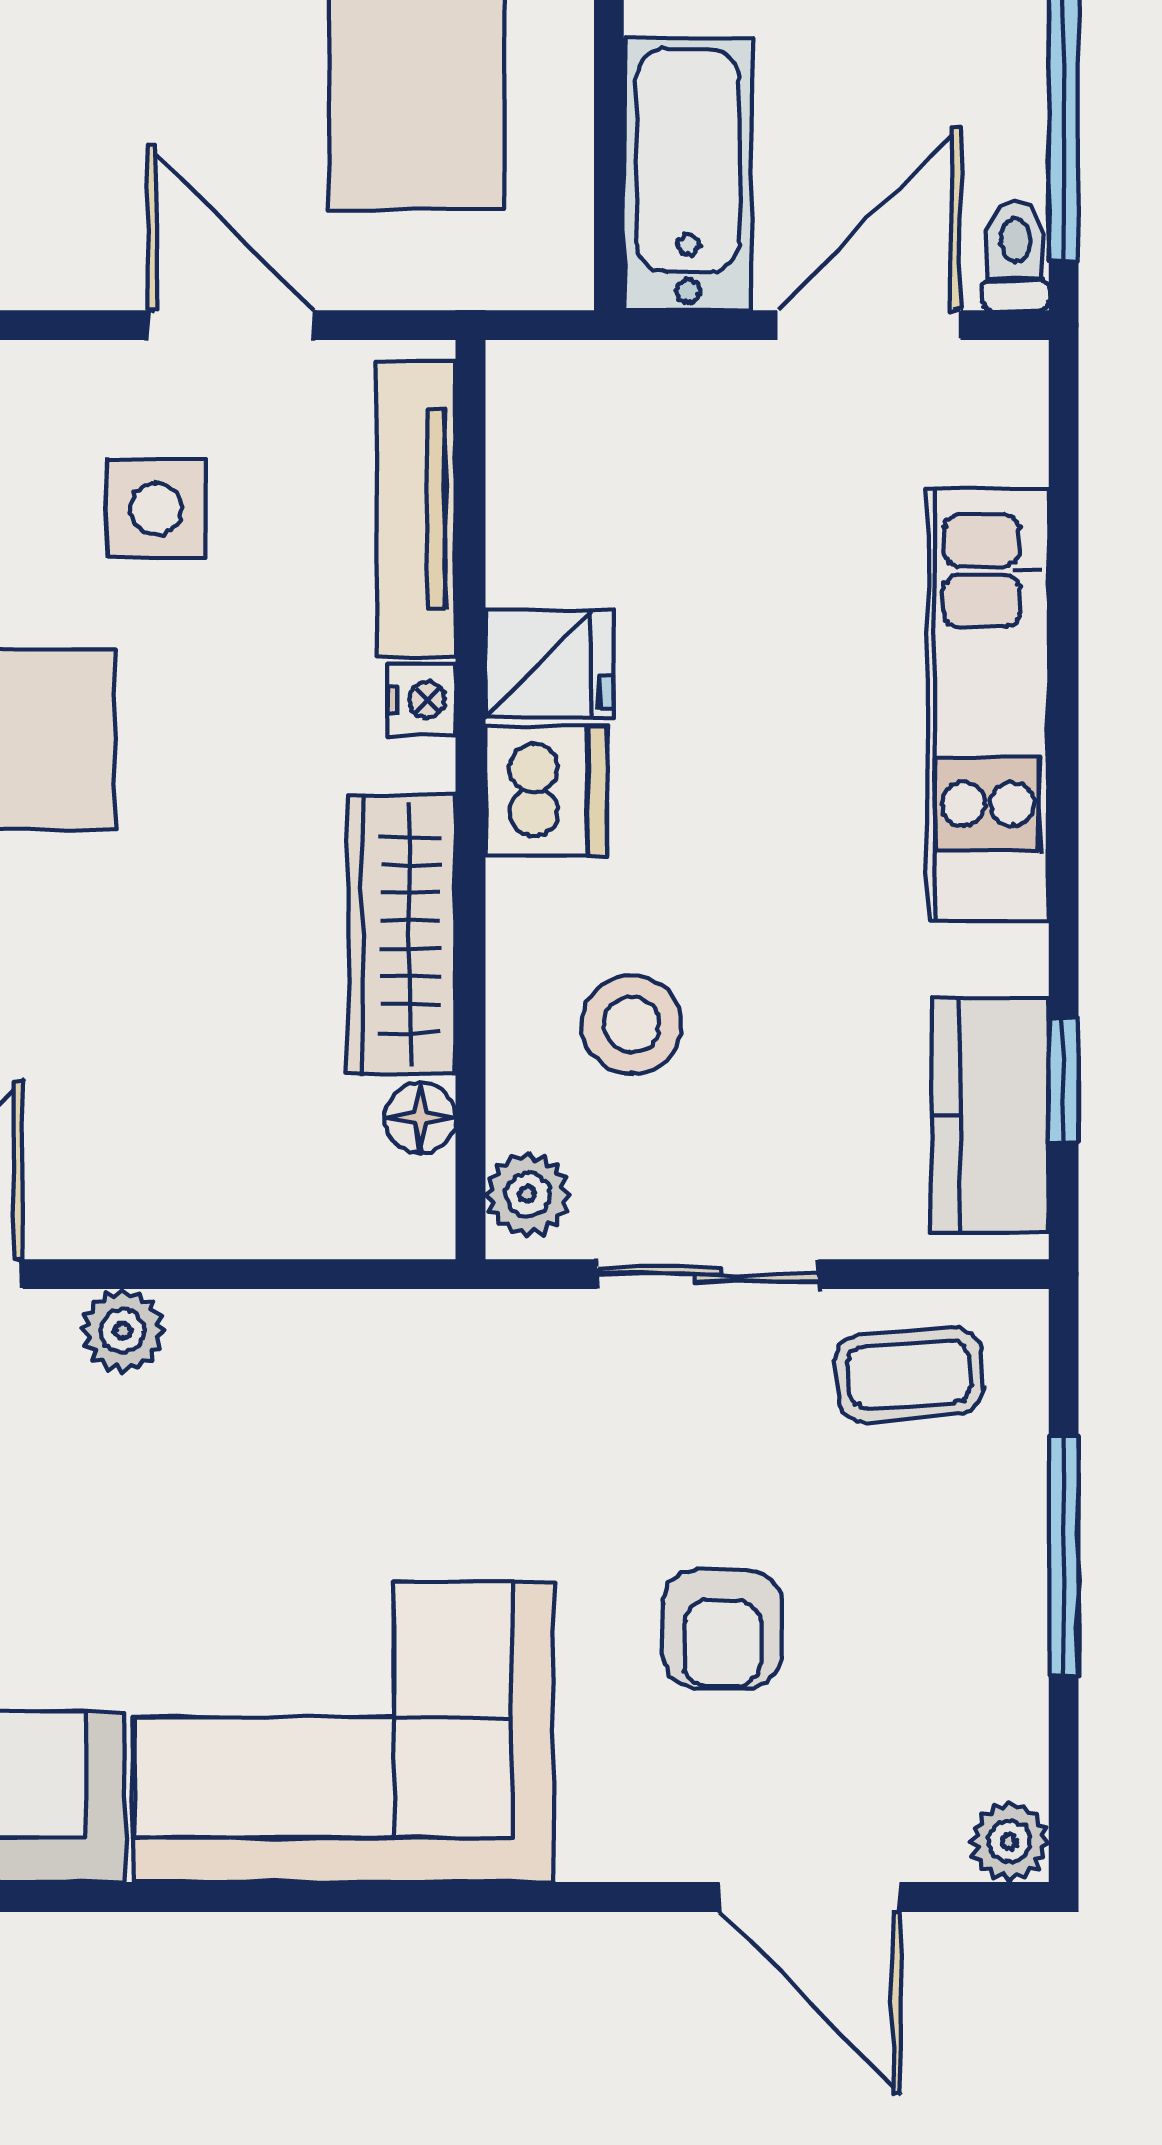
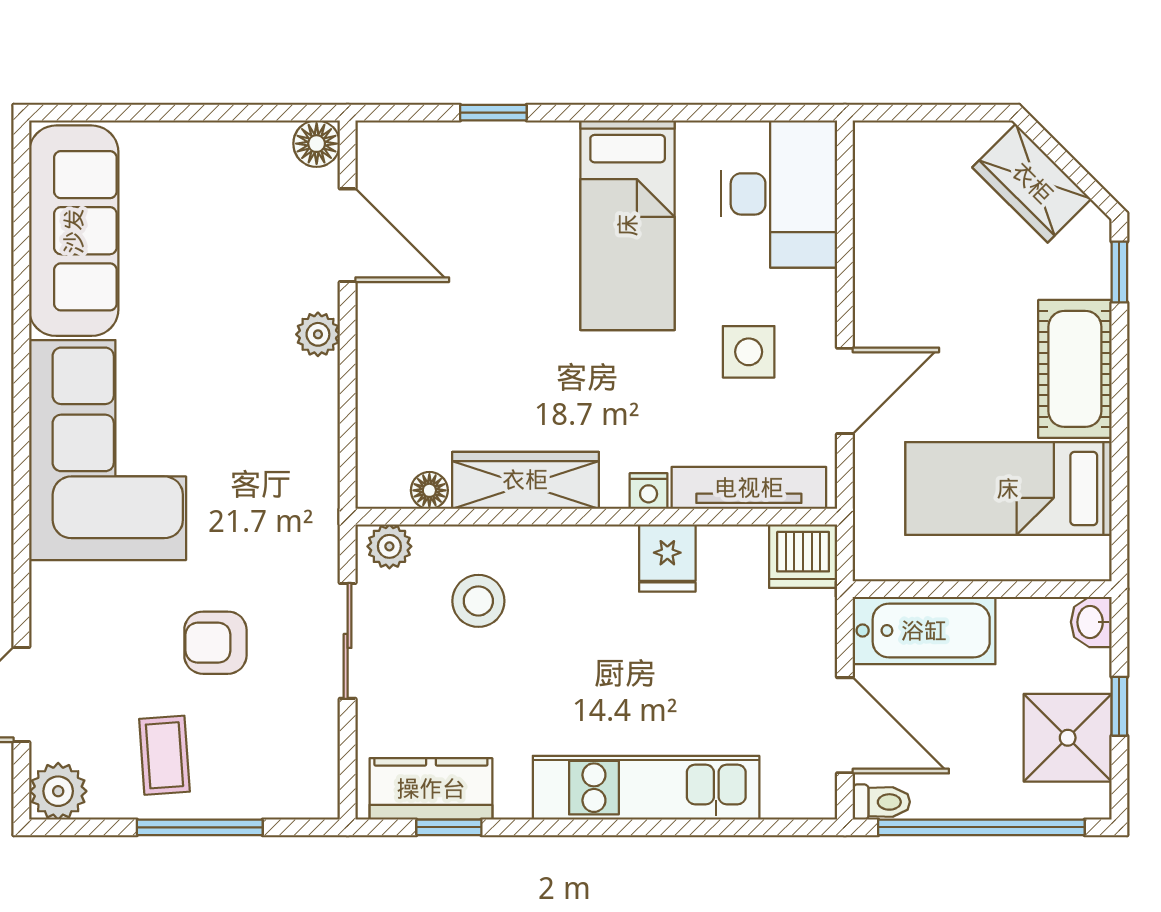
dishwasher: (546, 791) -> (803, 556), moved
coffee table: (909, 1375) -> (164, 755), moved
armchair: (722, 1629) -> (215, 643), moved
plant: (1009, 1841) -> (58, 791), width x1.38, depth x1.38

